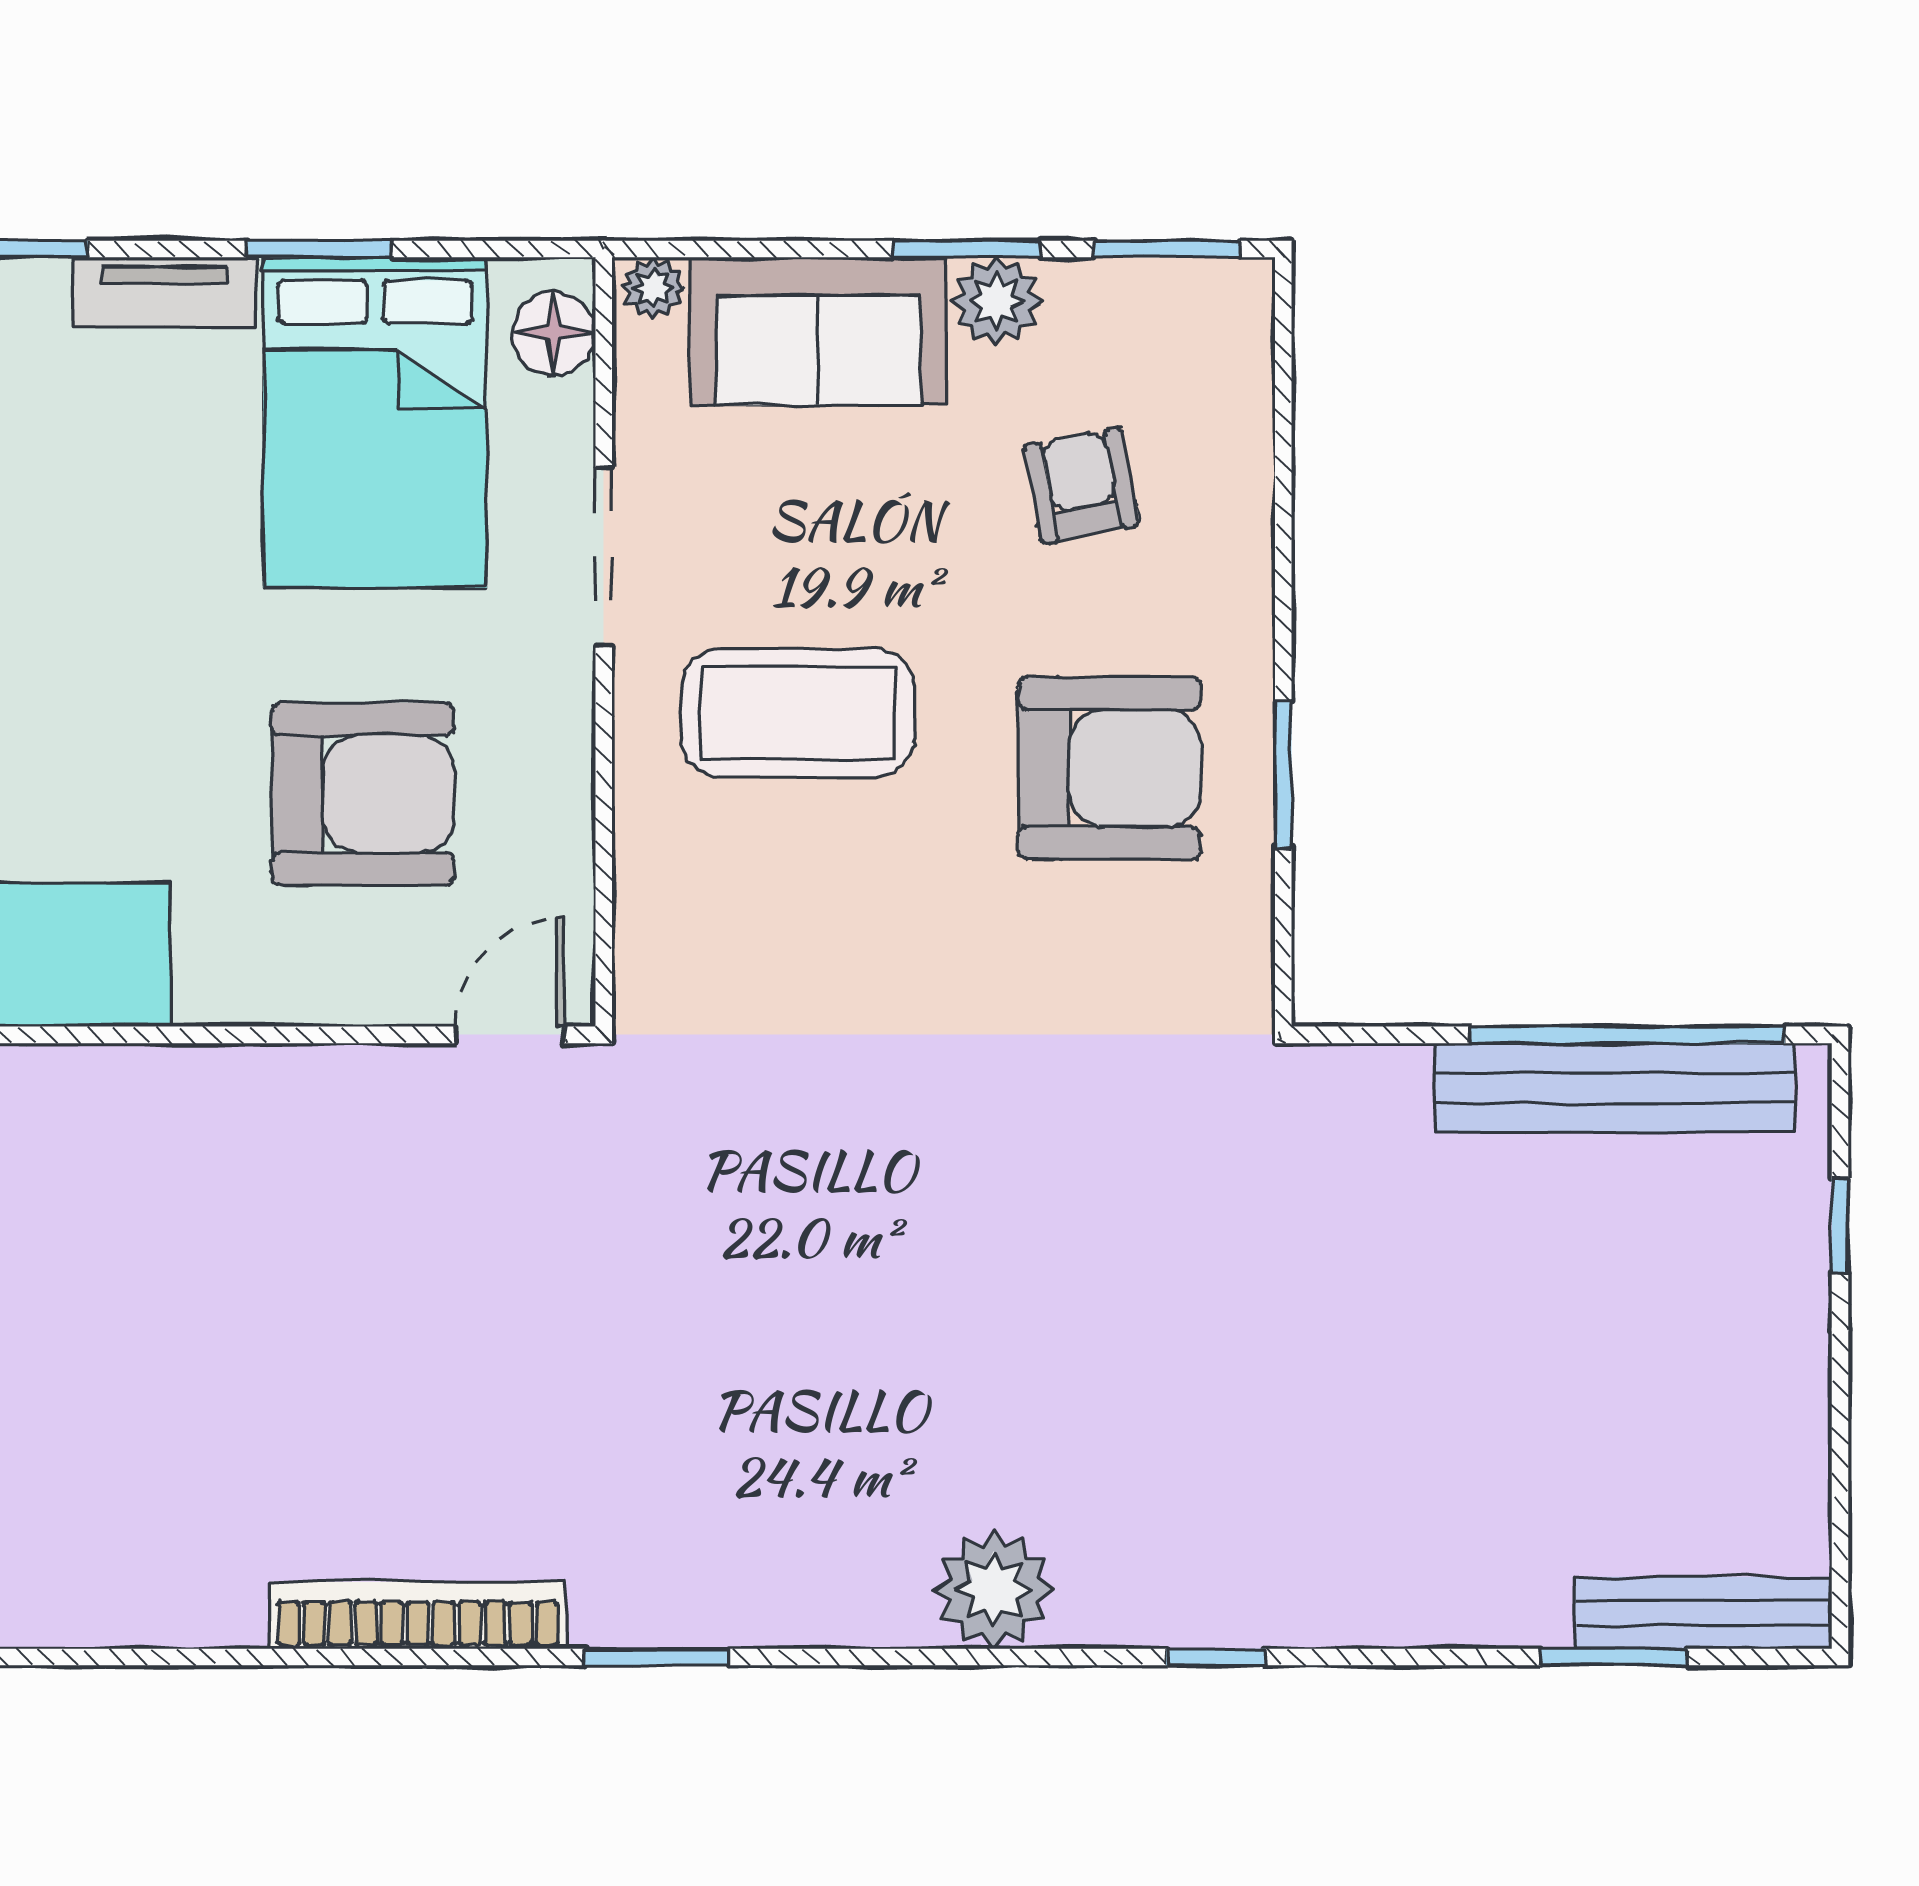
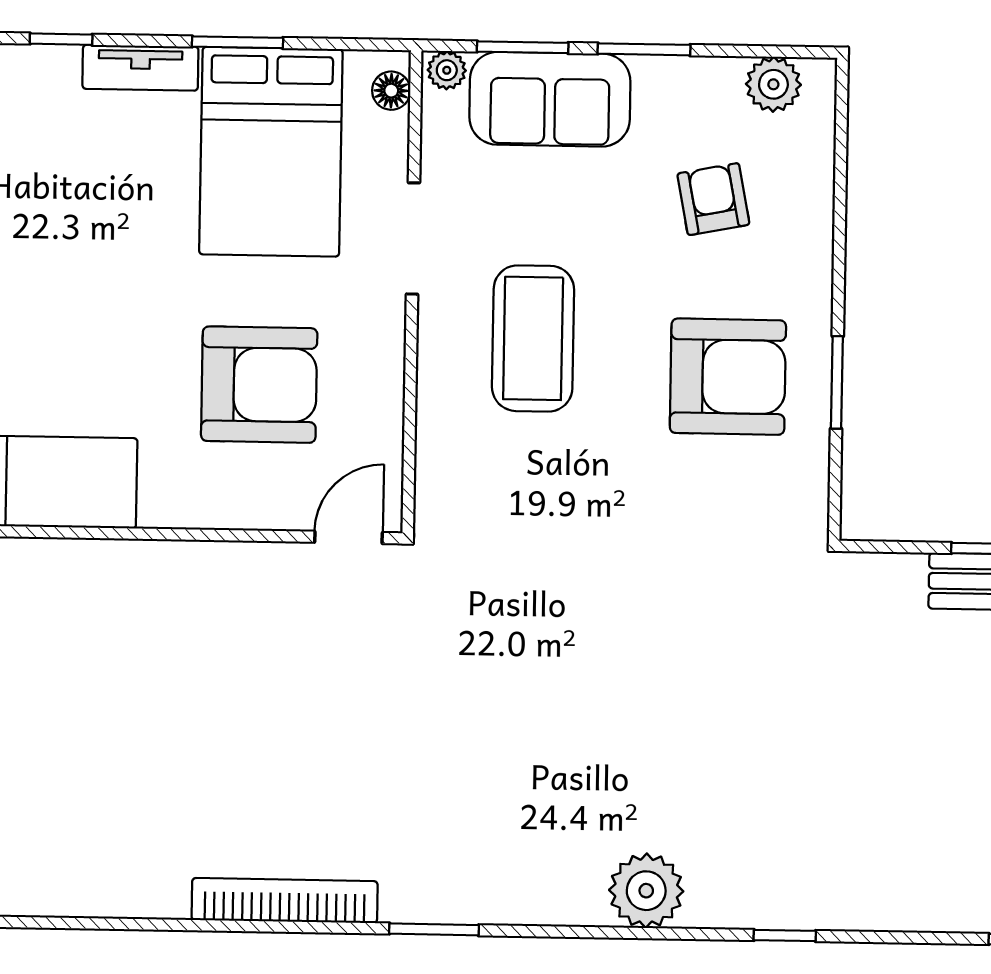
window: (1167, 249) -> (523, 47), moved
plant: (997, 301) -> (773, 84), moved
floor lamp: (554, 333) -> (391, 91), width x0.73, depth x0.73
coffee table: (798, 713) -> (533, 338), turned 90

